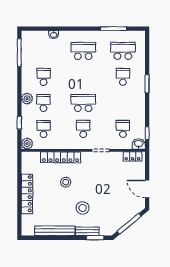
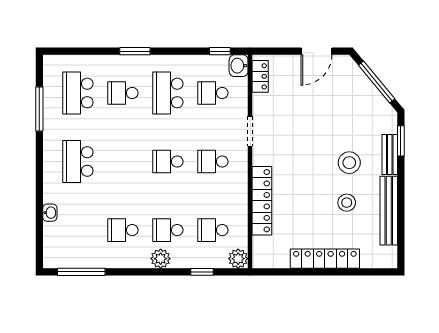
school desk: (83, 103) -> (168, 162), width x0.54
school desk: (123, 103) -> (168, 93), added
stool: (66, 182) -> (347, 203), moved

